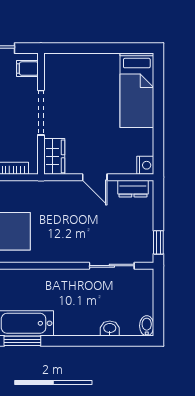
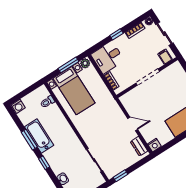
wardrobe: (54, 156) -> (130, 97), removed
door: (95, 177) -> (133, 124), swing flipped
window: (69, 341) -> (44, 163), added

